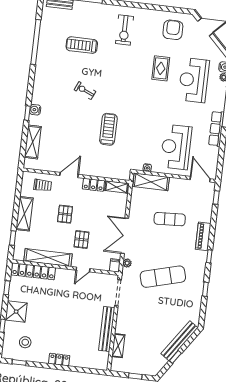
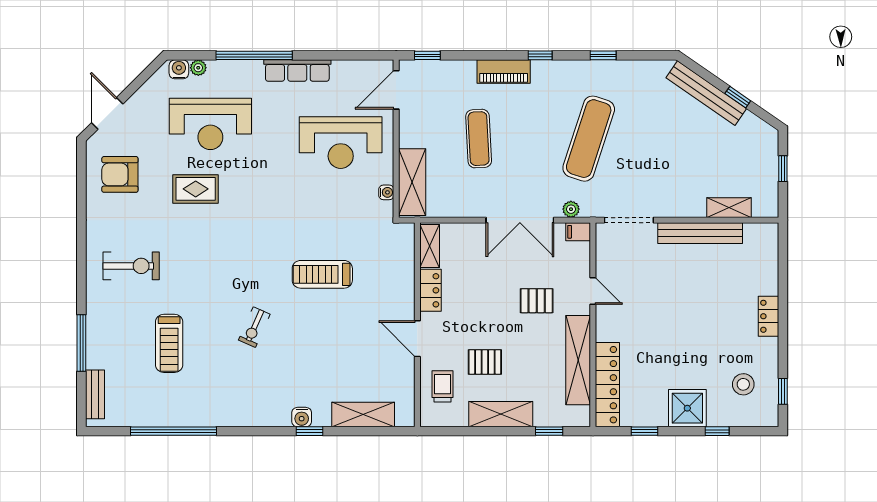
pallet: (65, 214) -> (485, 362), moved
exercise mat: (163, 277) -> (589, 139), turned 33

